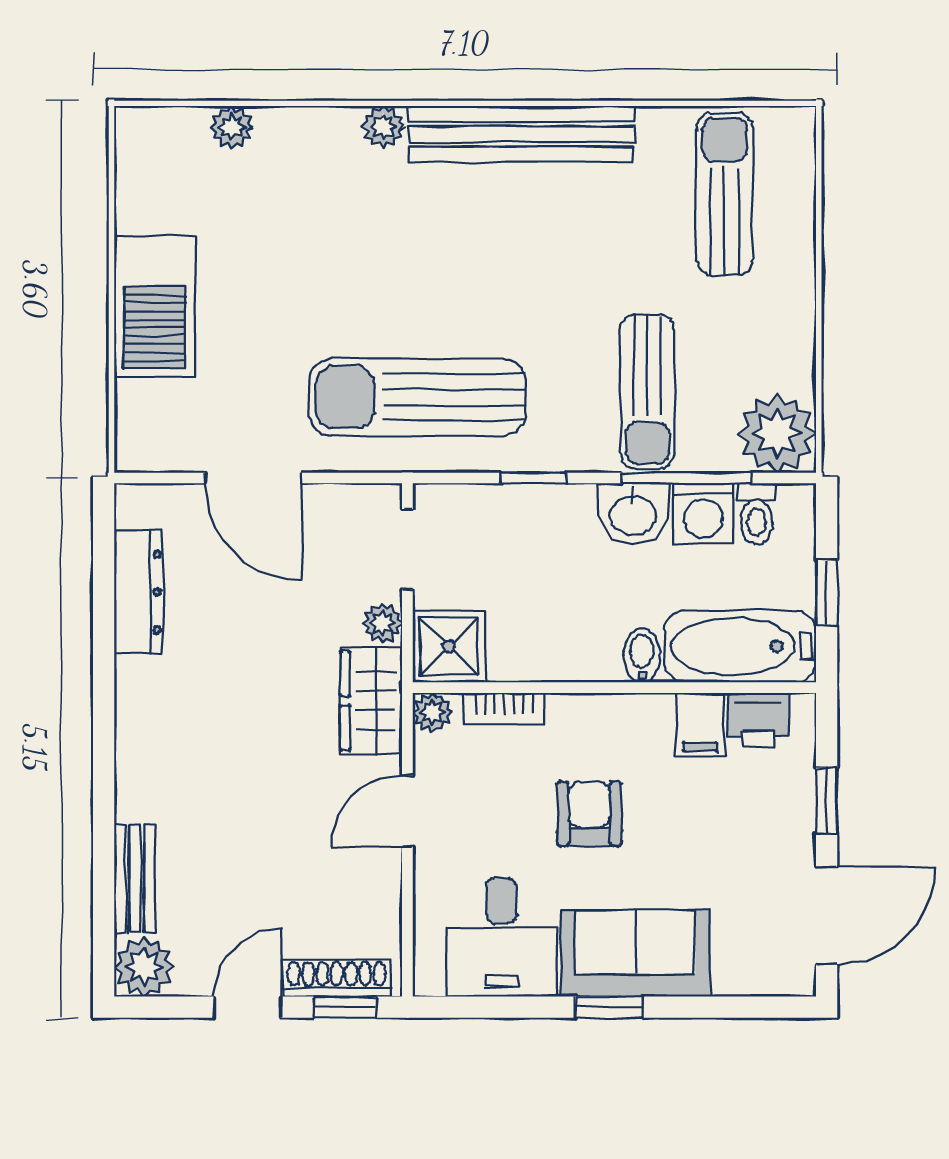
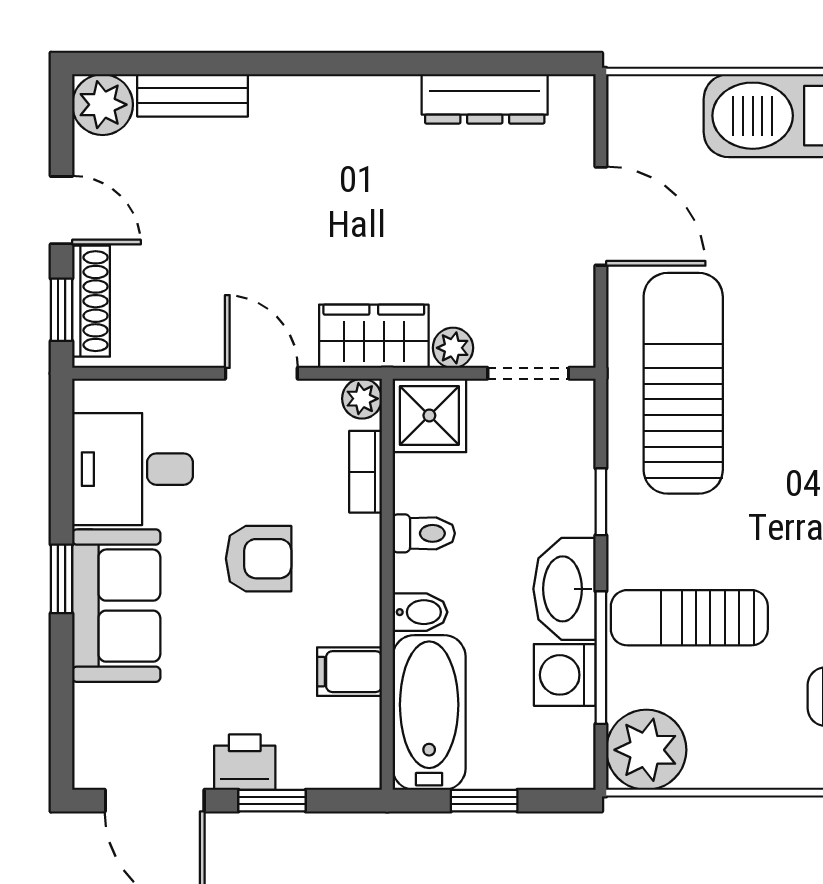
door: (253, 478) -> (601, 216), swing flipped
washbasin: (633, 514) -> (564, 589), width x1.38
toilet: (757, 514) -> (424, 533), moved, turned 180
printer: (758, 720) -> (245, 762), moved, turned 90

